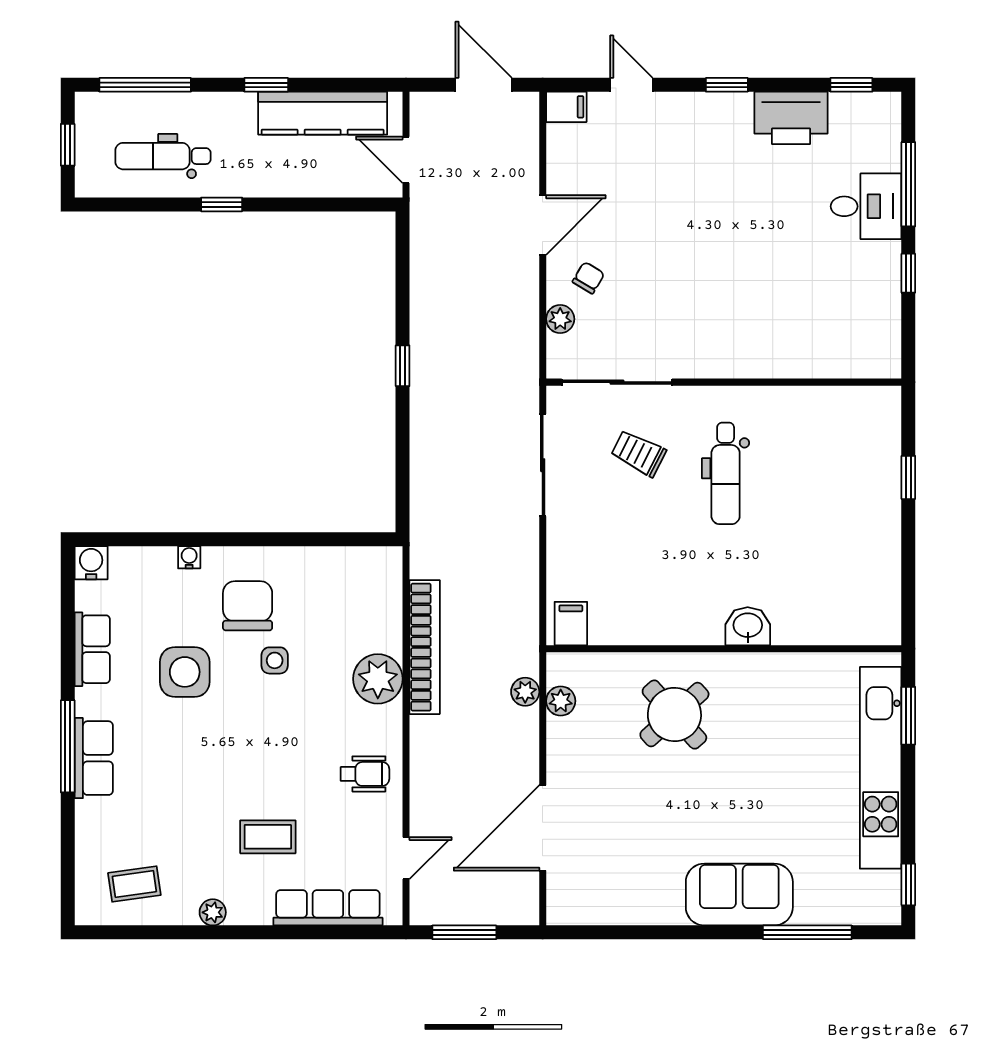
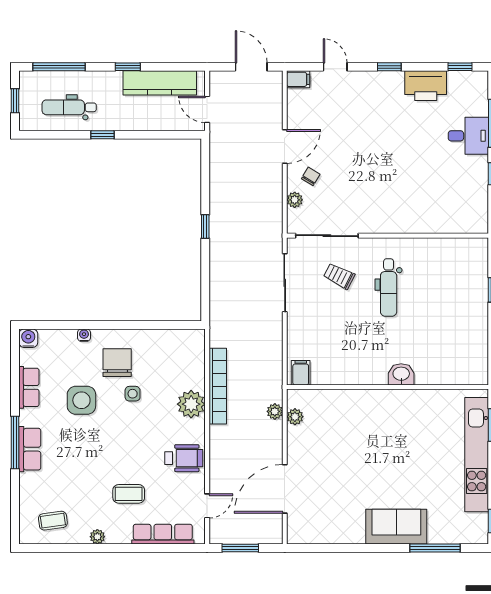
round table: (674, 715) -> (360, 424), removed
wheelchair: (365, 774) -> (184, 458), width x1.36, depth x1.37

